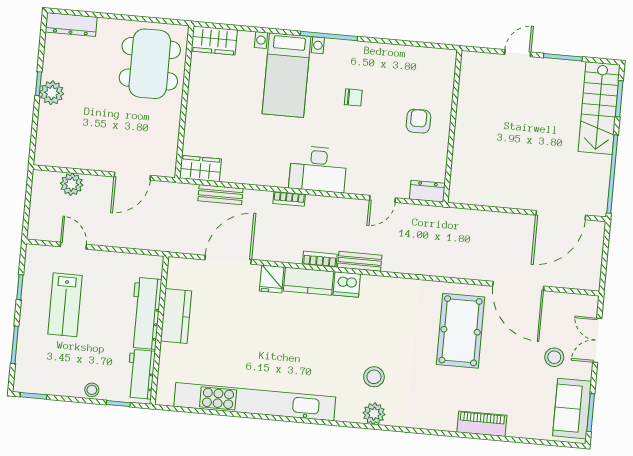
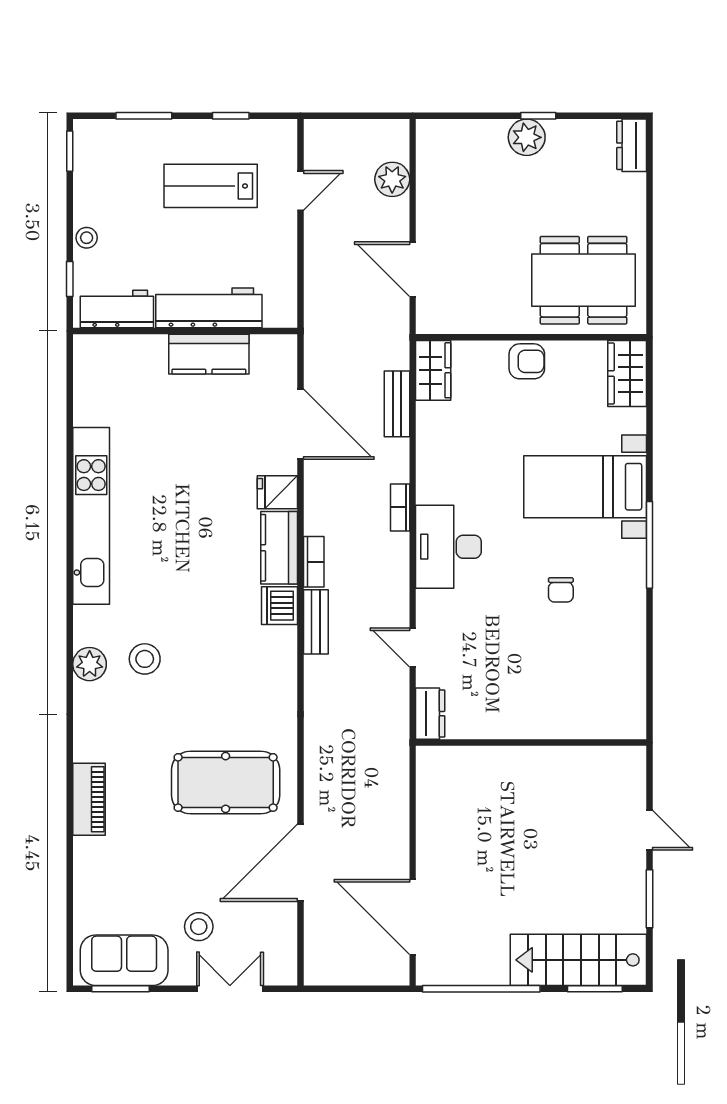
dresser: (71, 25) -> (632, 145), width x0.70
armchair: (418, 121) -> (527, 361), moved
kitchen unit: (255, 402) -> (91, 516), width x0.73
piano: (482, 424) -> (89, 799), moved

